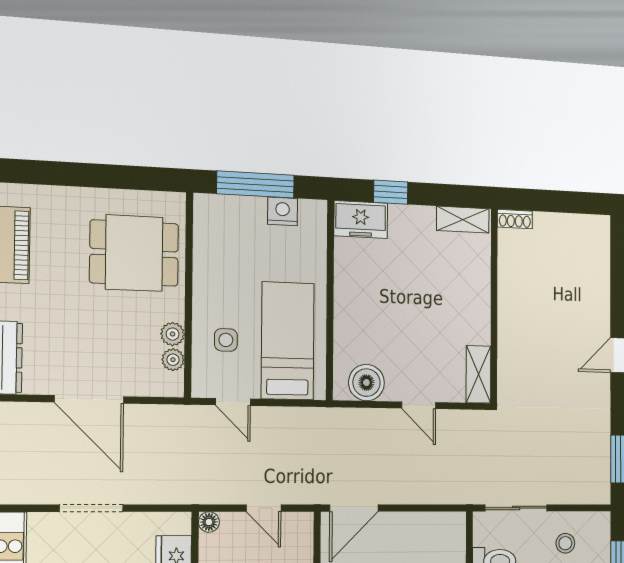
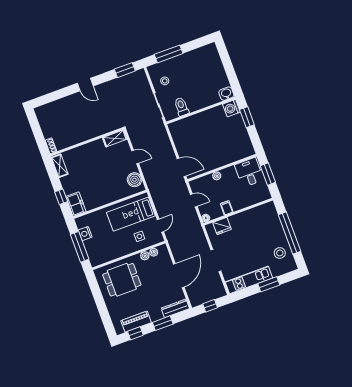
dining table: (134, 253) -> (122, 280), turned 90
door: (419, 405) -> (135, 157), hinge flipped
door: (264, 508) -> (194, 200), hinge flipped

